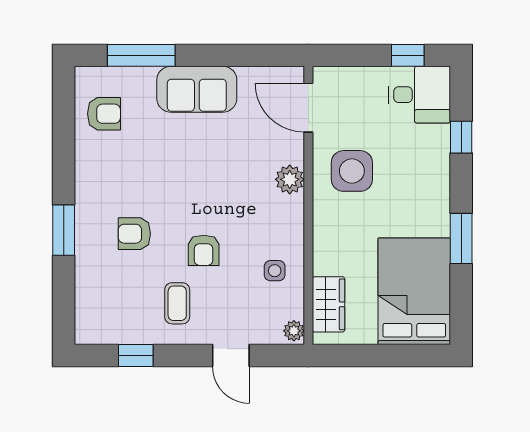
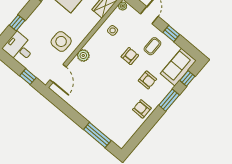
window: (408, 55) -> (28, 77), moved
sofa: (197, 89) -> (178, 67), moved, turned -90
armchair: (104, 114) -> (142, 109), moved
window: (64, 298) -> (187, 78), added
window: (136, 355) -> (171, 33), moved

